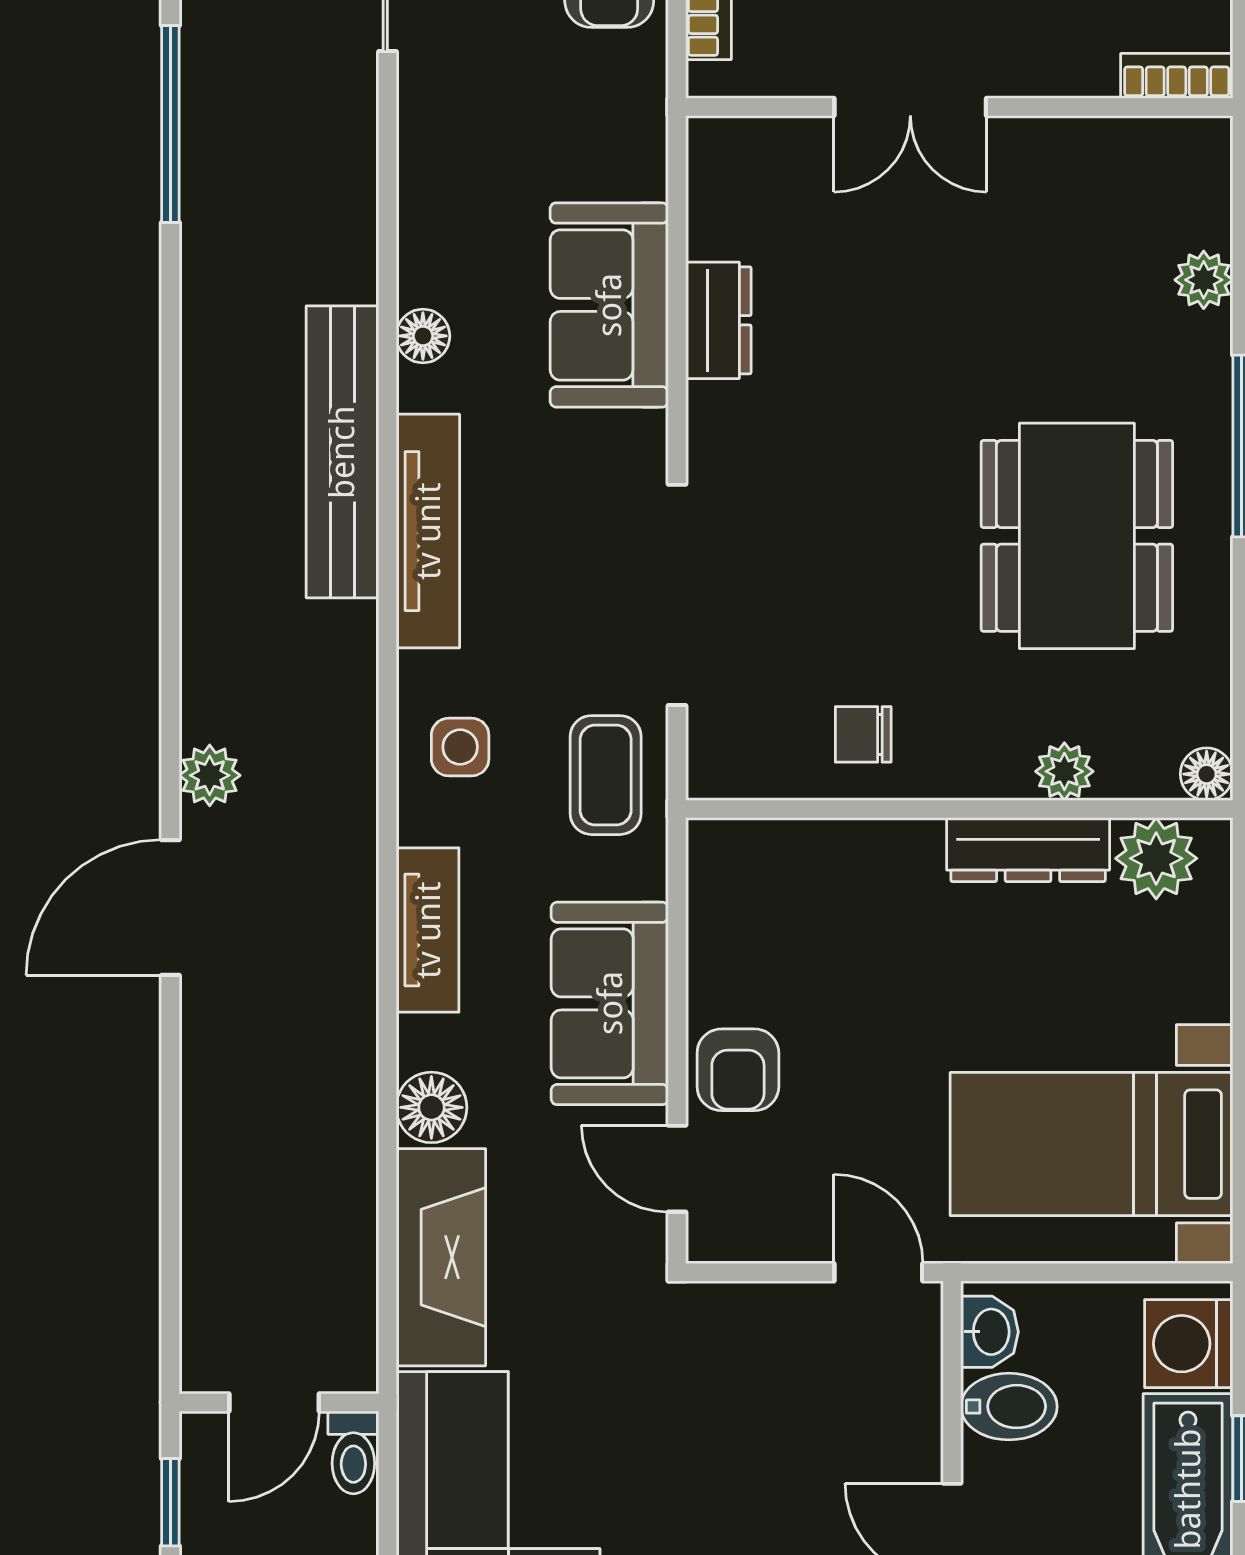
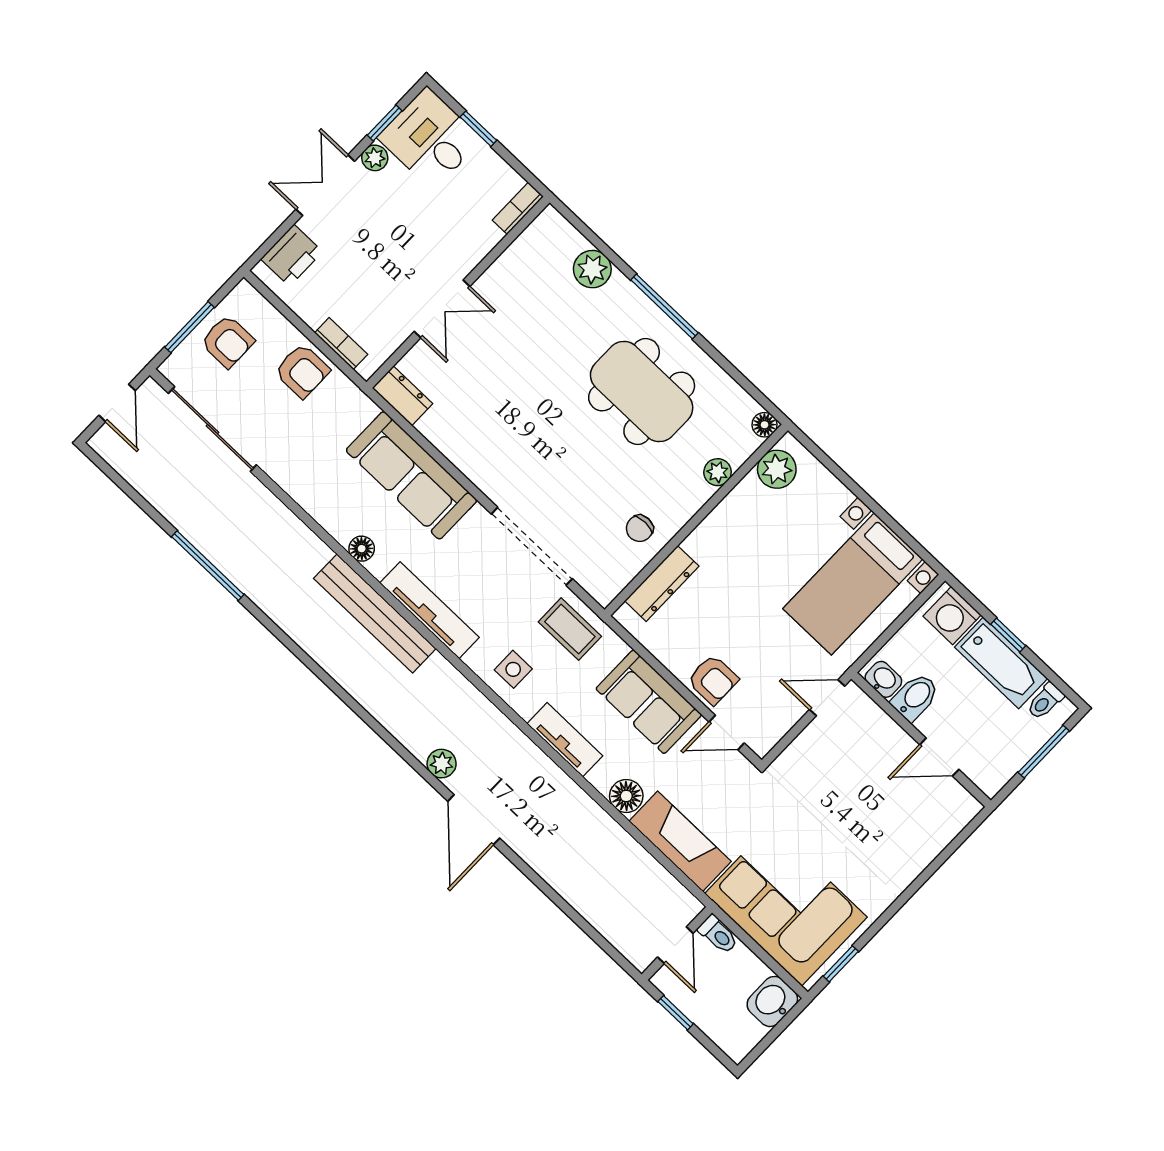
plant: (1204, 280) -> (592, 269), width x1.38, depth x1.38
sofa: (609, 305) -> (411, 475), width x1.36
dresser: (718, 320) -> (402, 396), moved
dresser: (1028, 850) -> (662, 584), moved

